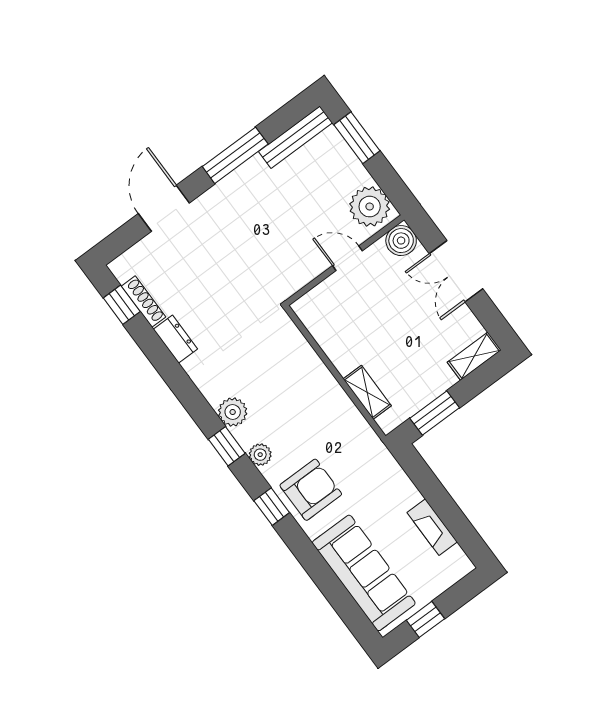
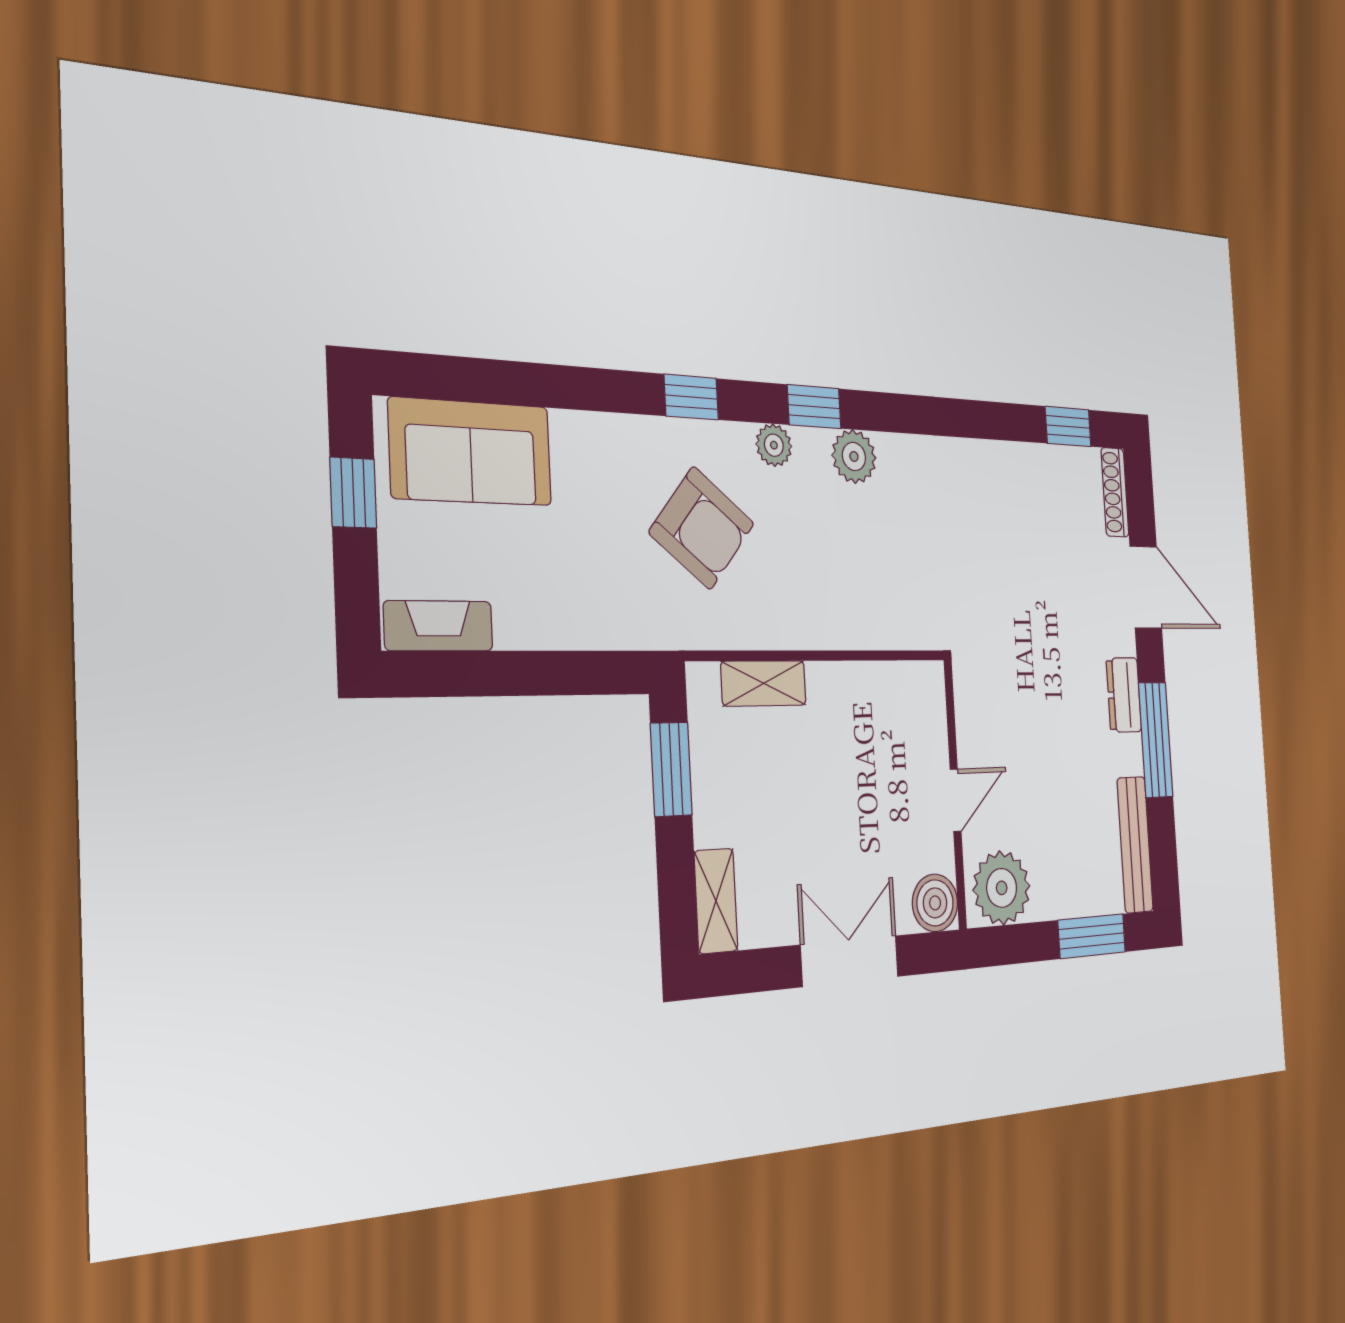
shoe rack: (144, 302) -> (1115, 492), moved, turned 90
dresser: (175, 339) -> (1124, 695), moved, turned 90
armchair: (311, 490) -> (702, 528), moved, turned -51
fireplace: (432, 527) -> (439, 626), moved
sofa: (364, 573) -> (471, 452), width x0.73

